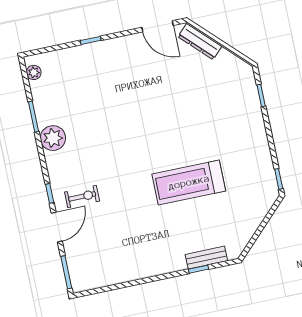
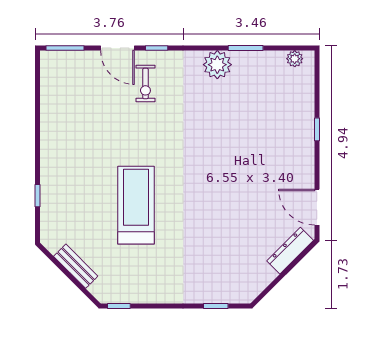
door: (158, 26) -> (317, 207), hinge flipped
bench: (206, 258) -> (76, 266), moved, turned -45

